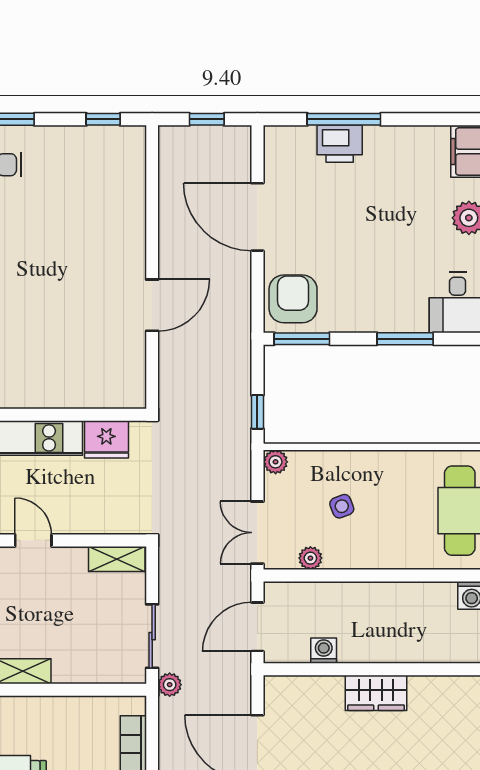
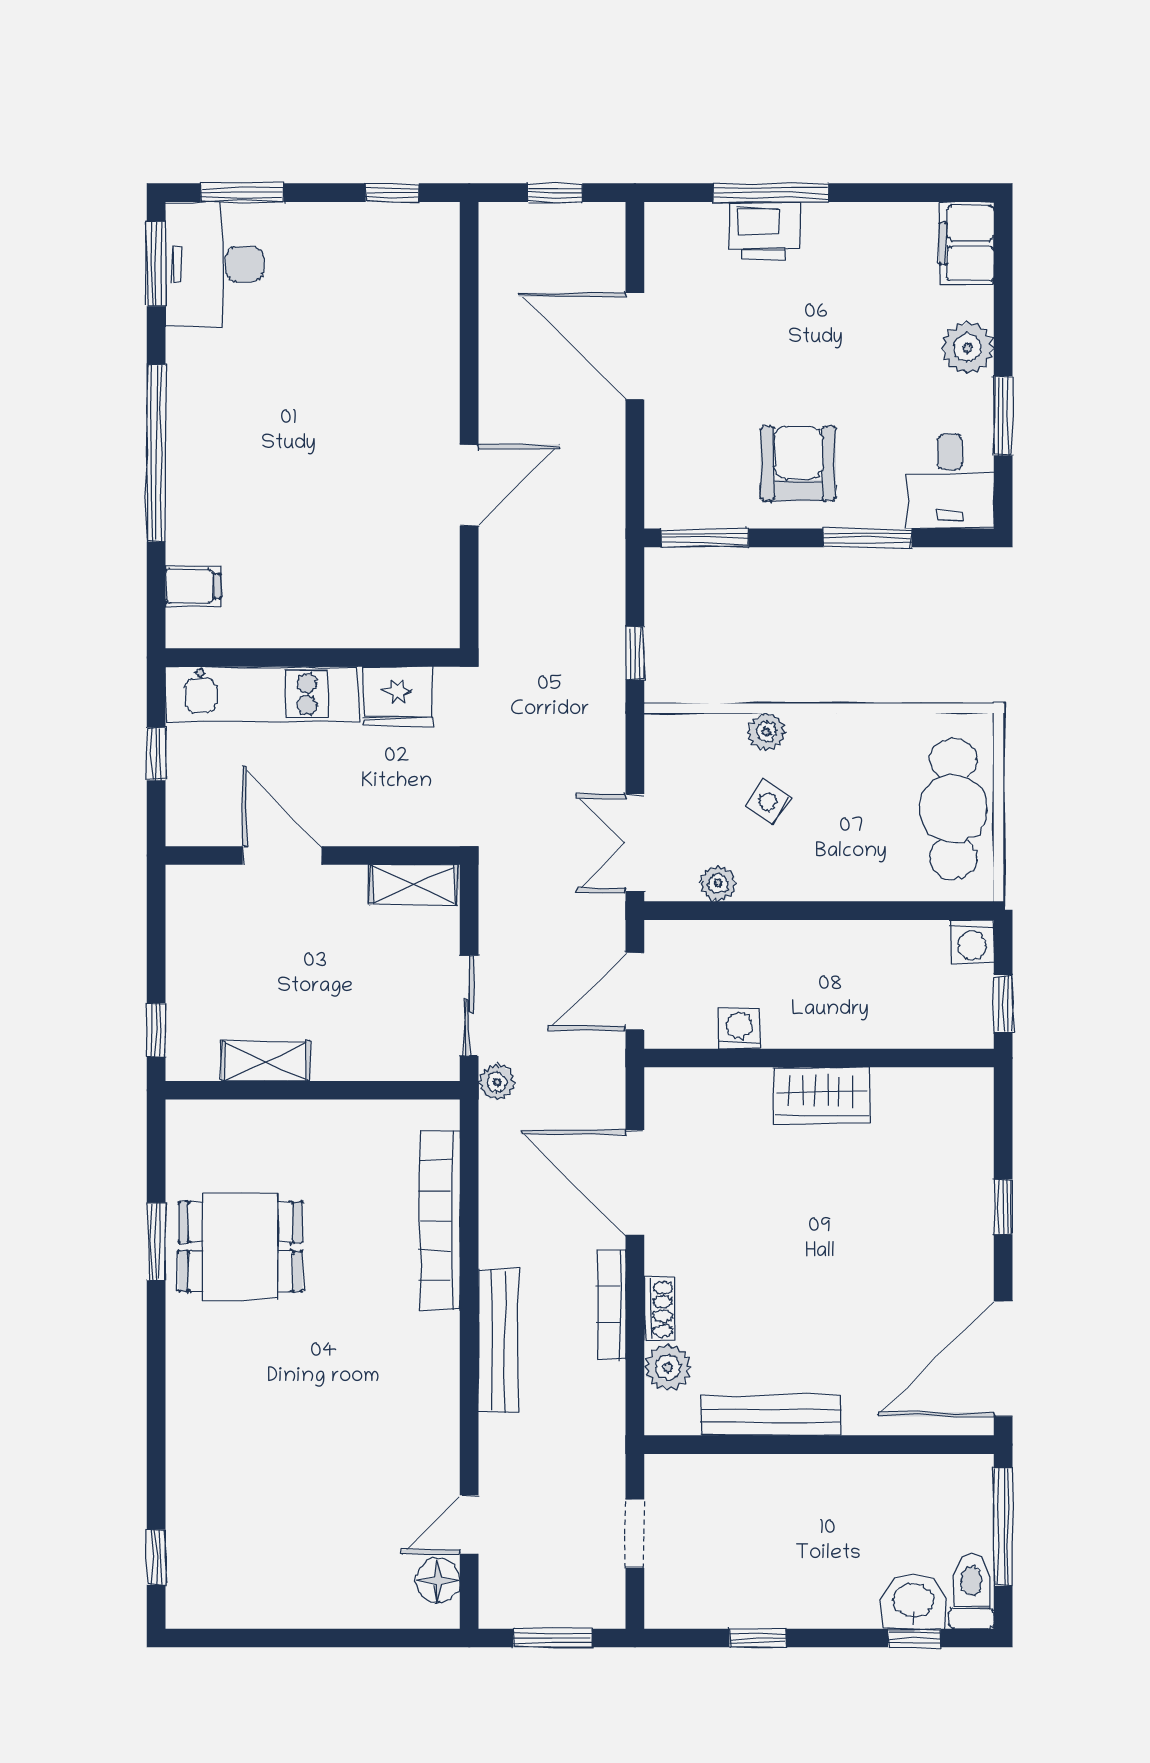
armchair: (293, 299) -> (798, 463), moved
plant: (276, 462) -> (766, 732), moved
side table: (342, 506) -> (768, 802), turned -35
door: (33, 540) -> (282, 855), width x1.37

